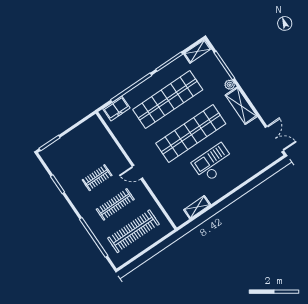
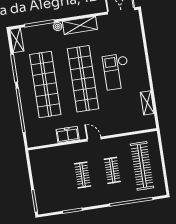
freezer: (116, 108) -> (68, 135), moved, turned -90
door: (137, 172) -> (94, 139), swing flipped
clothes rail: (115, 204) -> (112, 170), width x0.73

